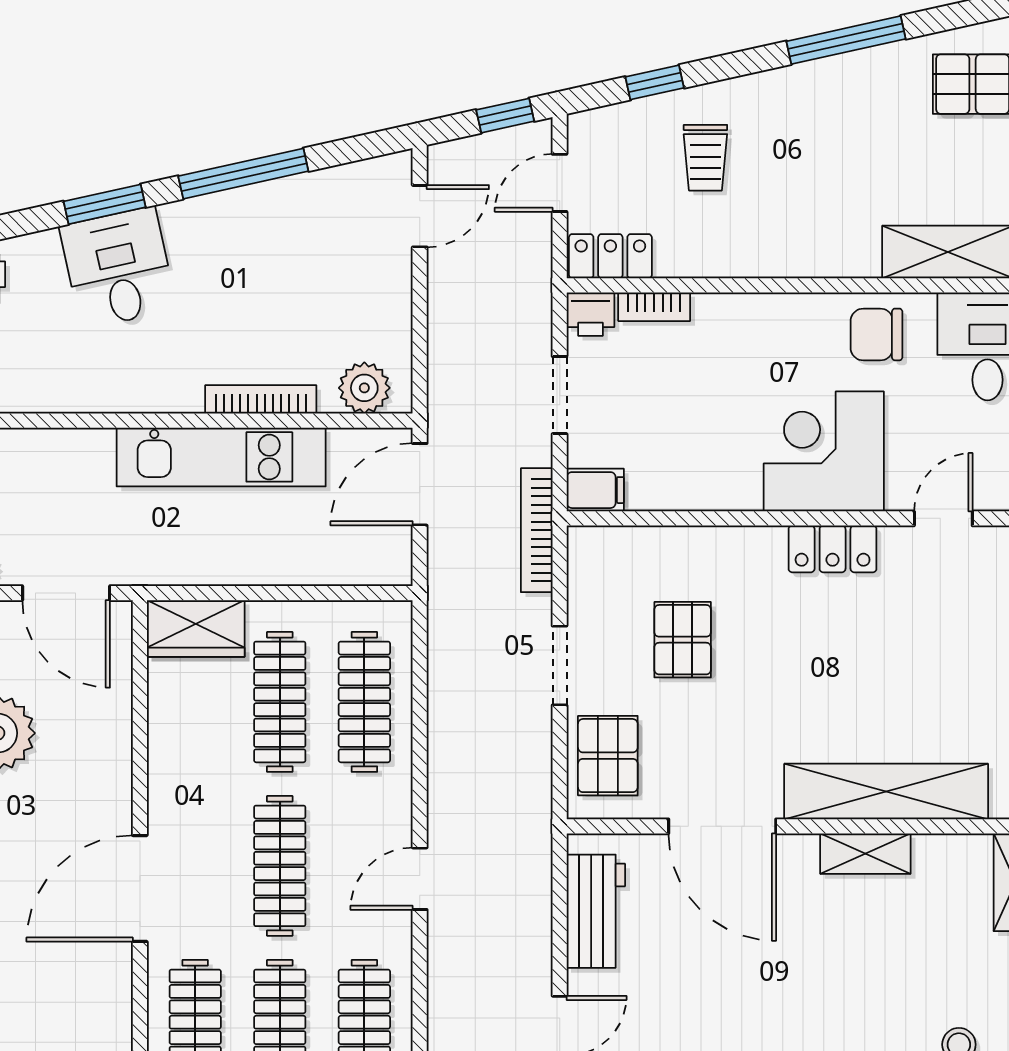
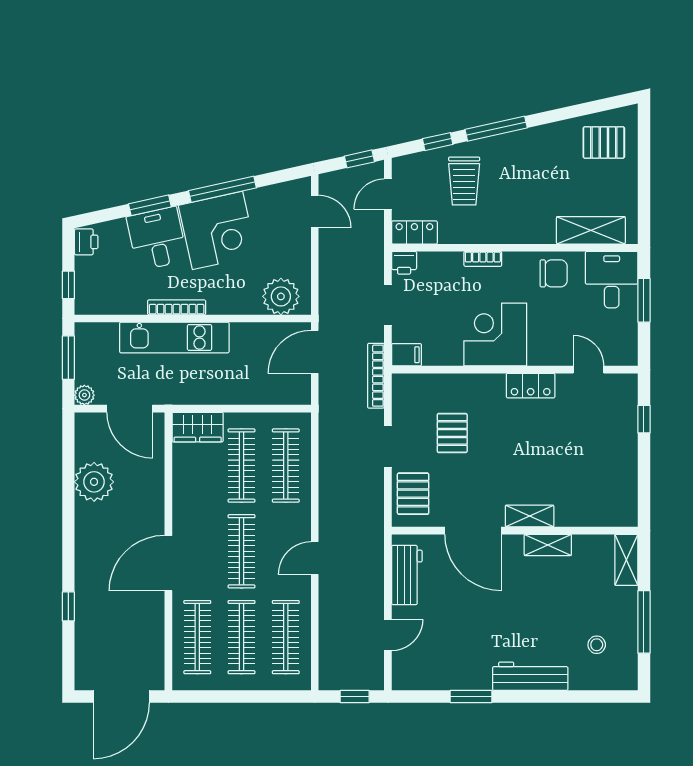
window: (846, 40) -> (496, 129), moved
trolley: (705, 158) -> (464, 181), width x1.36, depth x1.39
door: (420, 216) -> (315, 212), hinge flipped
corner desk: (234, 252) -> (217, 230), added
bookcase: (654, 307) -> (483, 259), moved
chair: (876, 334) -> (554, 273), turned 180
plant: (364, 388) -> (281, 296), width x1.36, depth x1.36
bookcase: (261, 399) -> (177, 307), moved
corner desk: (824, 451) -> (495, 335), moved
kitchen unit: (221, 457) -> (174, 337), moved
door: (943, 518) -> (589, 370), hinge flipped
shelving: (886, 791) -> (530, 516), width x0.45, depth x0.75

